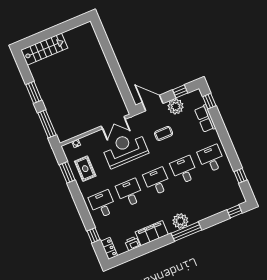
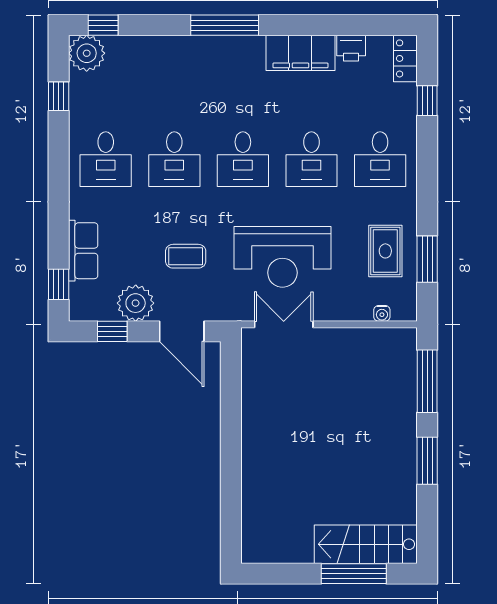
window: (44, 35) -> (354, 574), added
plant: (180, 221) -> (87, 53), moved

